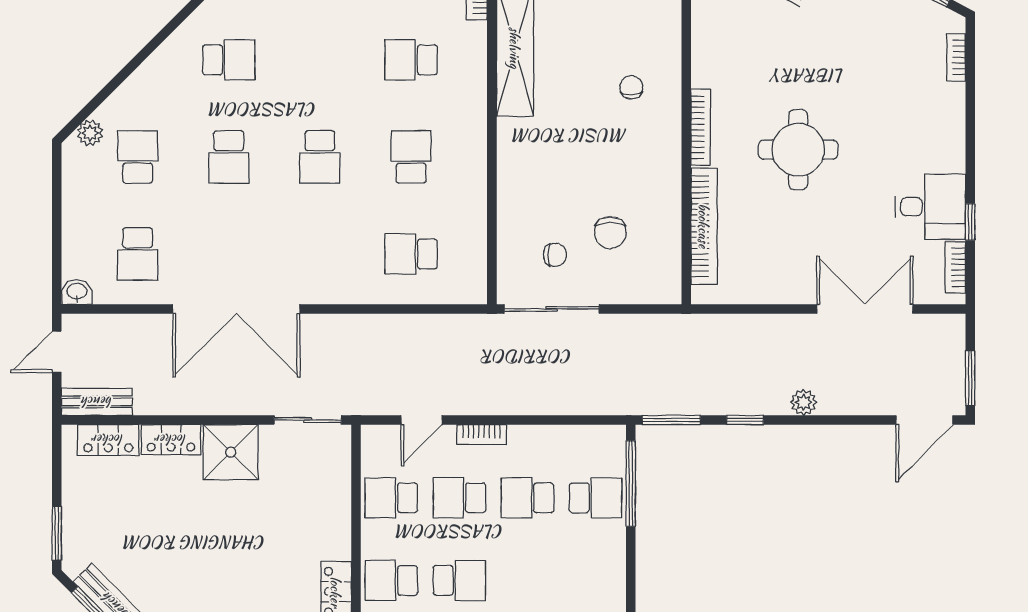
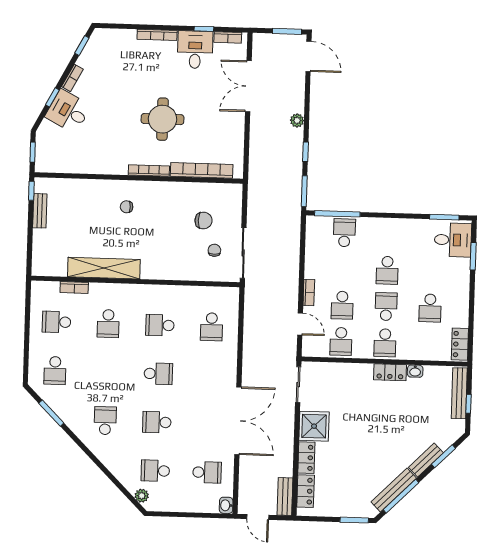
bookcase: (956, 57) -> (157, 35), moved, width x1.56
school desk: (229, 157) -> (157, 422), turned 180
school desk: (527, 498) -> (387, 270), moved

